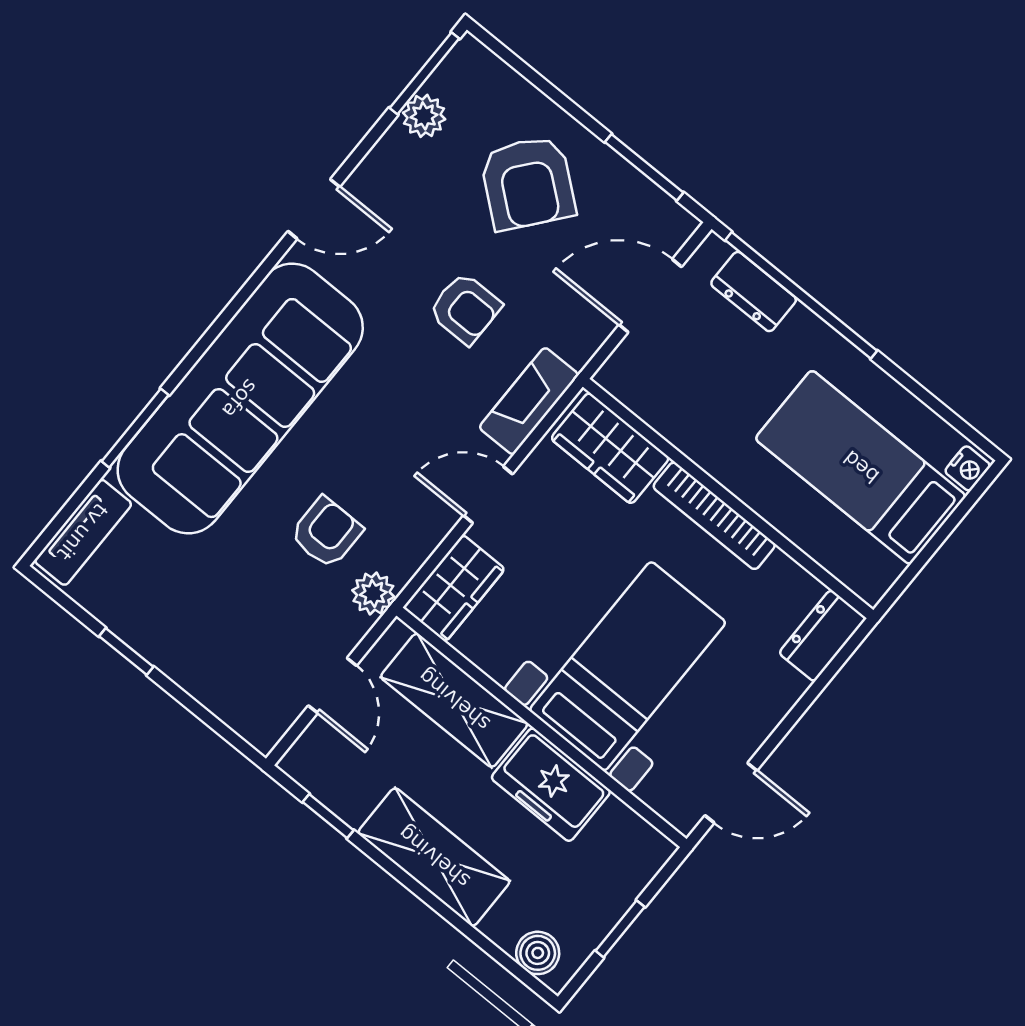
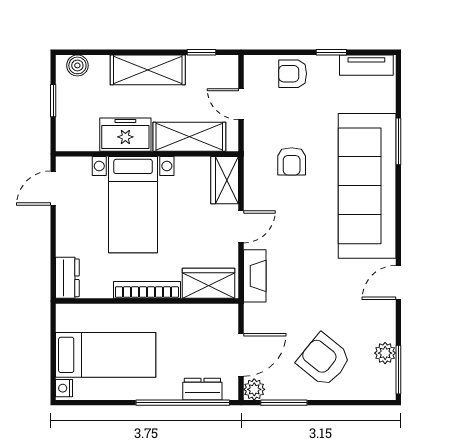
armchair: (465, 308) -> (293, 74), moved
tv unit: (83, 532) -> (366, 65), moved, turned -90
plant: (373, 594) -> (254, 389), moved

